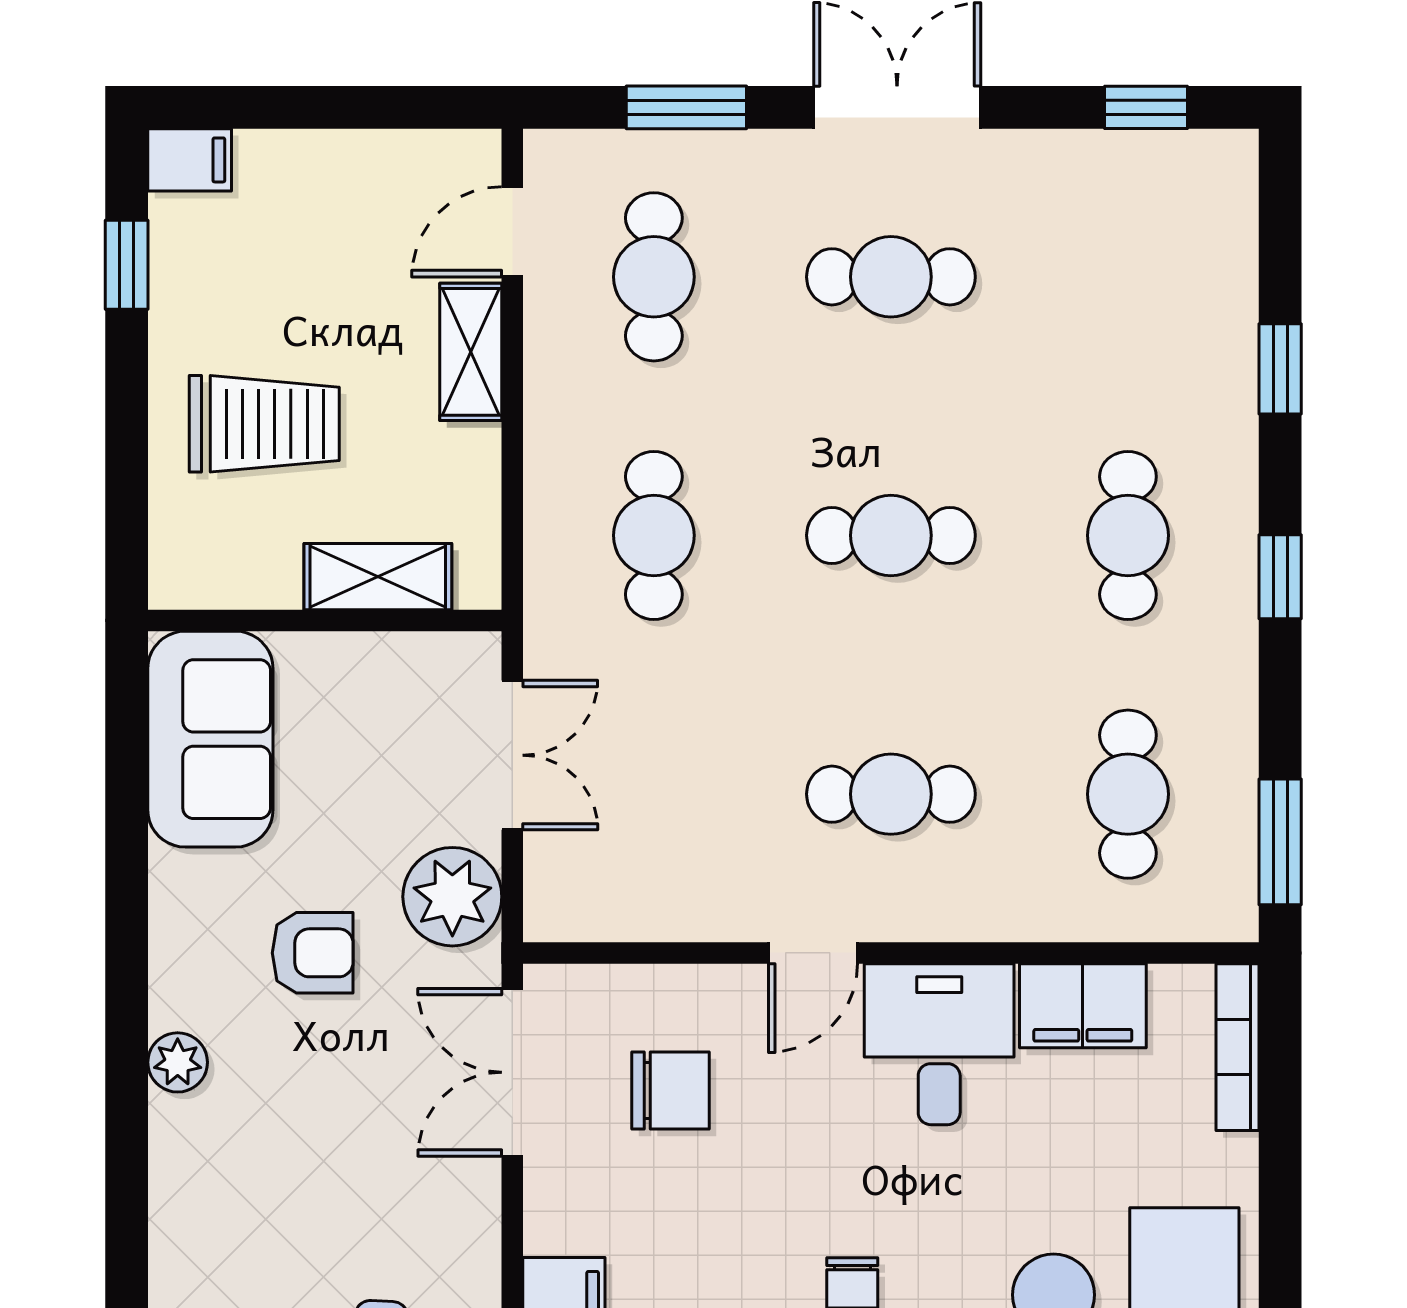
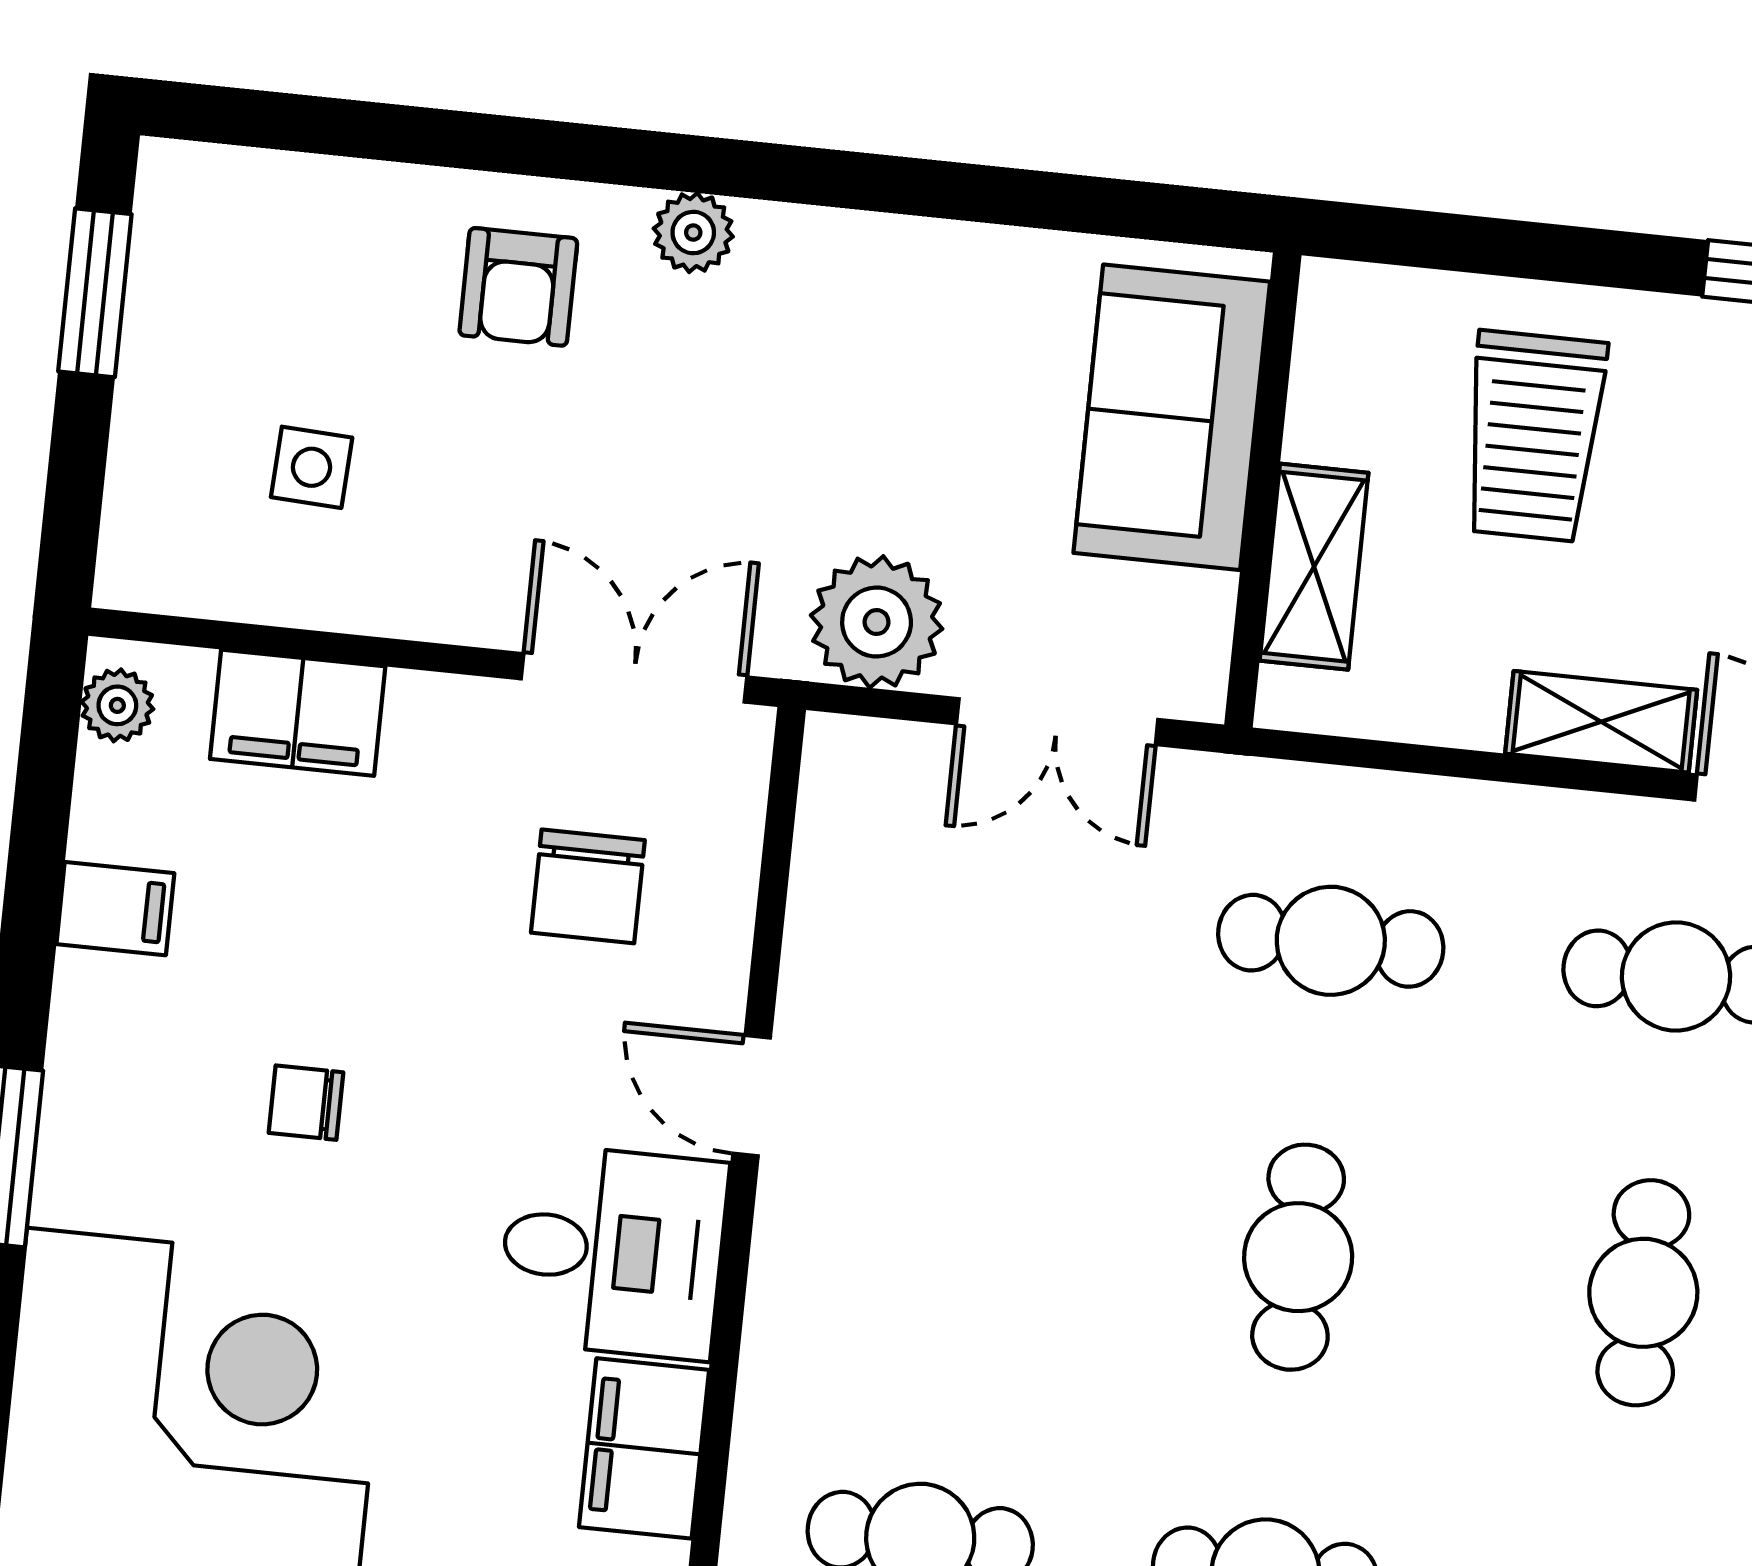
sofa: (210, 739) -> (1172, 417), moved, turned 90
cafe table: (891, 794) -> (953, 1221), removed
armchair: (313, 953) -> (518, 287), moved

